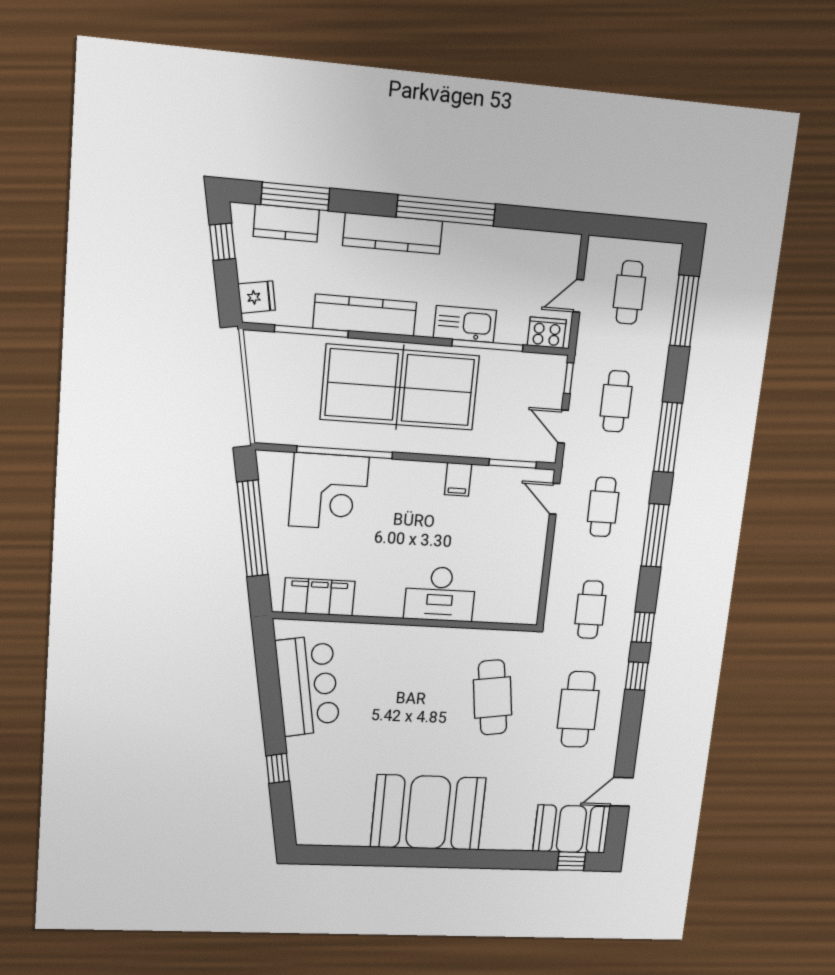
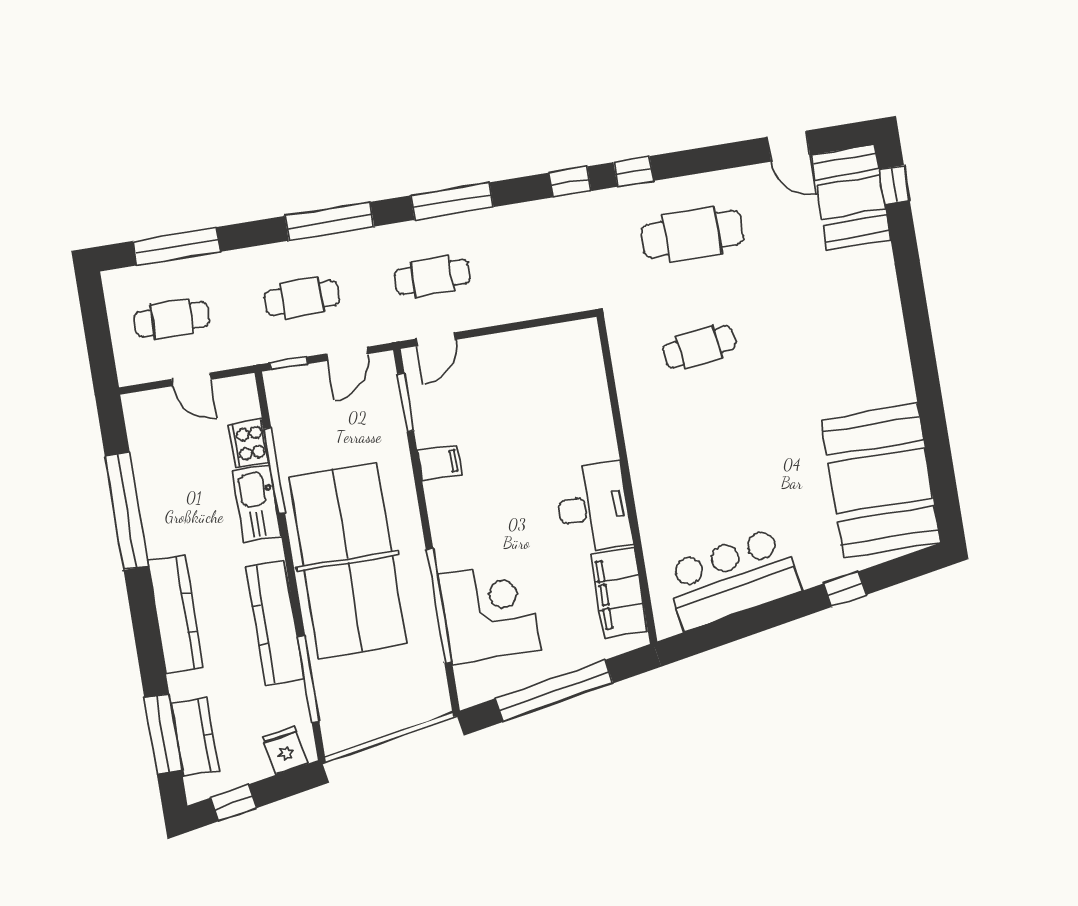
window: (446, 211) -> (127, 511), moved
cooker: (547, 333) -> (249, 443), moved
desk: (440, 594) -> (593, 508), moved
cafe table: (590, 610) -> (562, 255), removed
cafe table: (493, 697) -> (699, 347), width x0.73, depth x0.74
booth: (428, 812) -> (880, 481), moved

